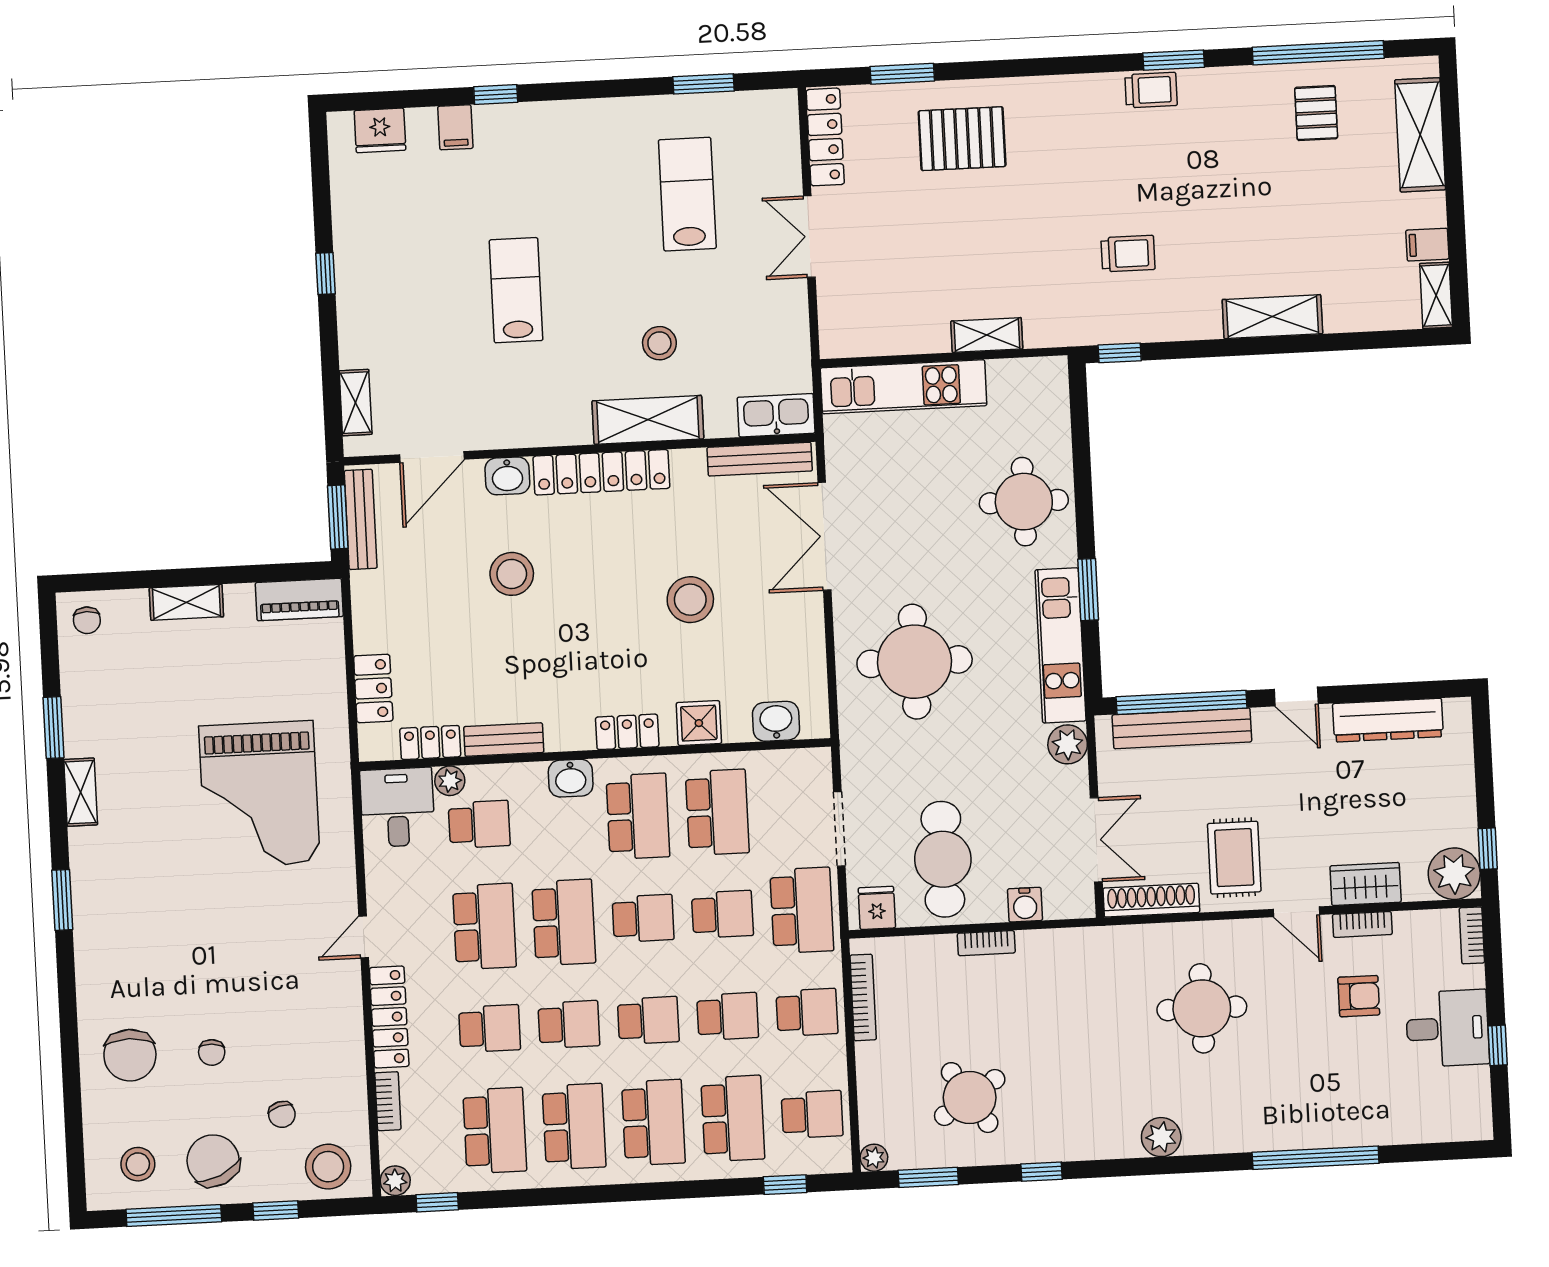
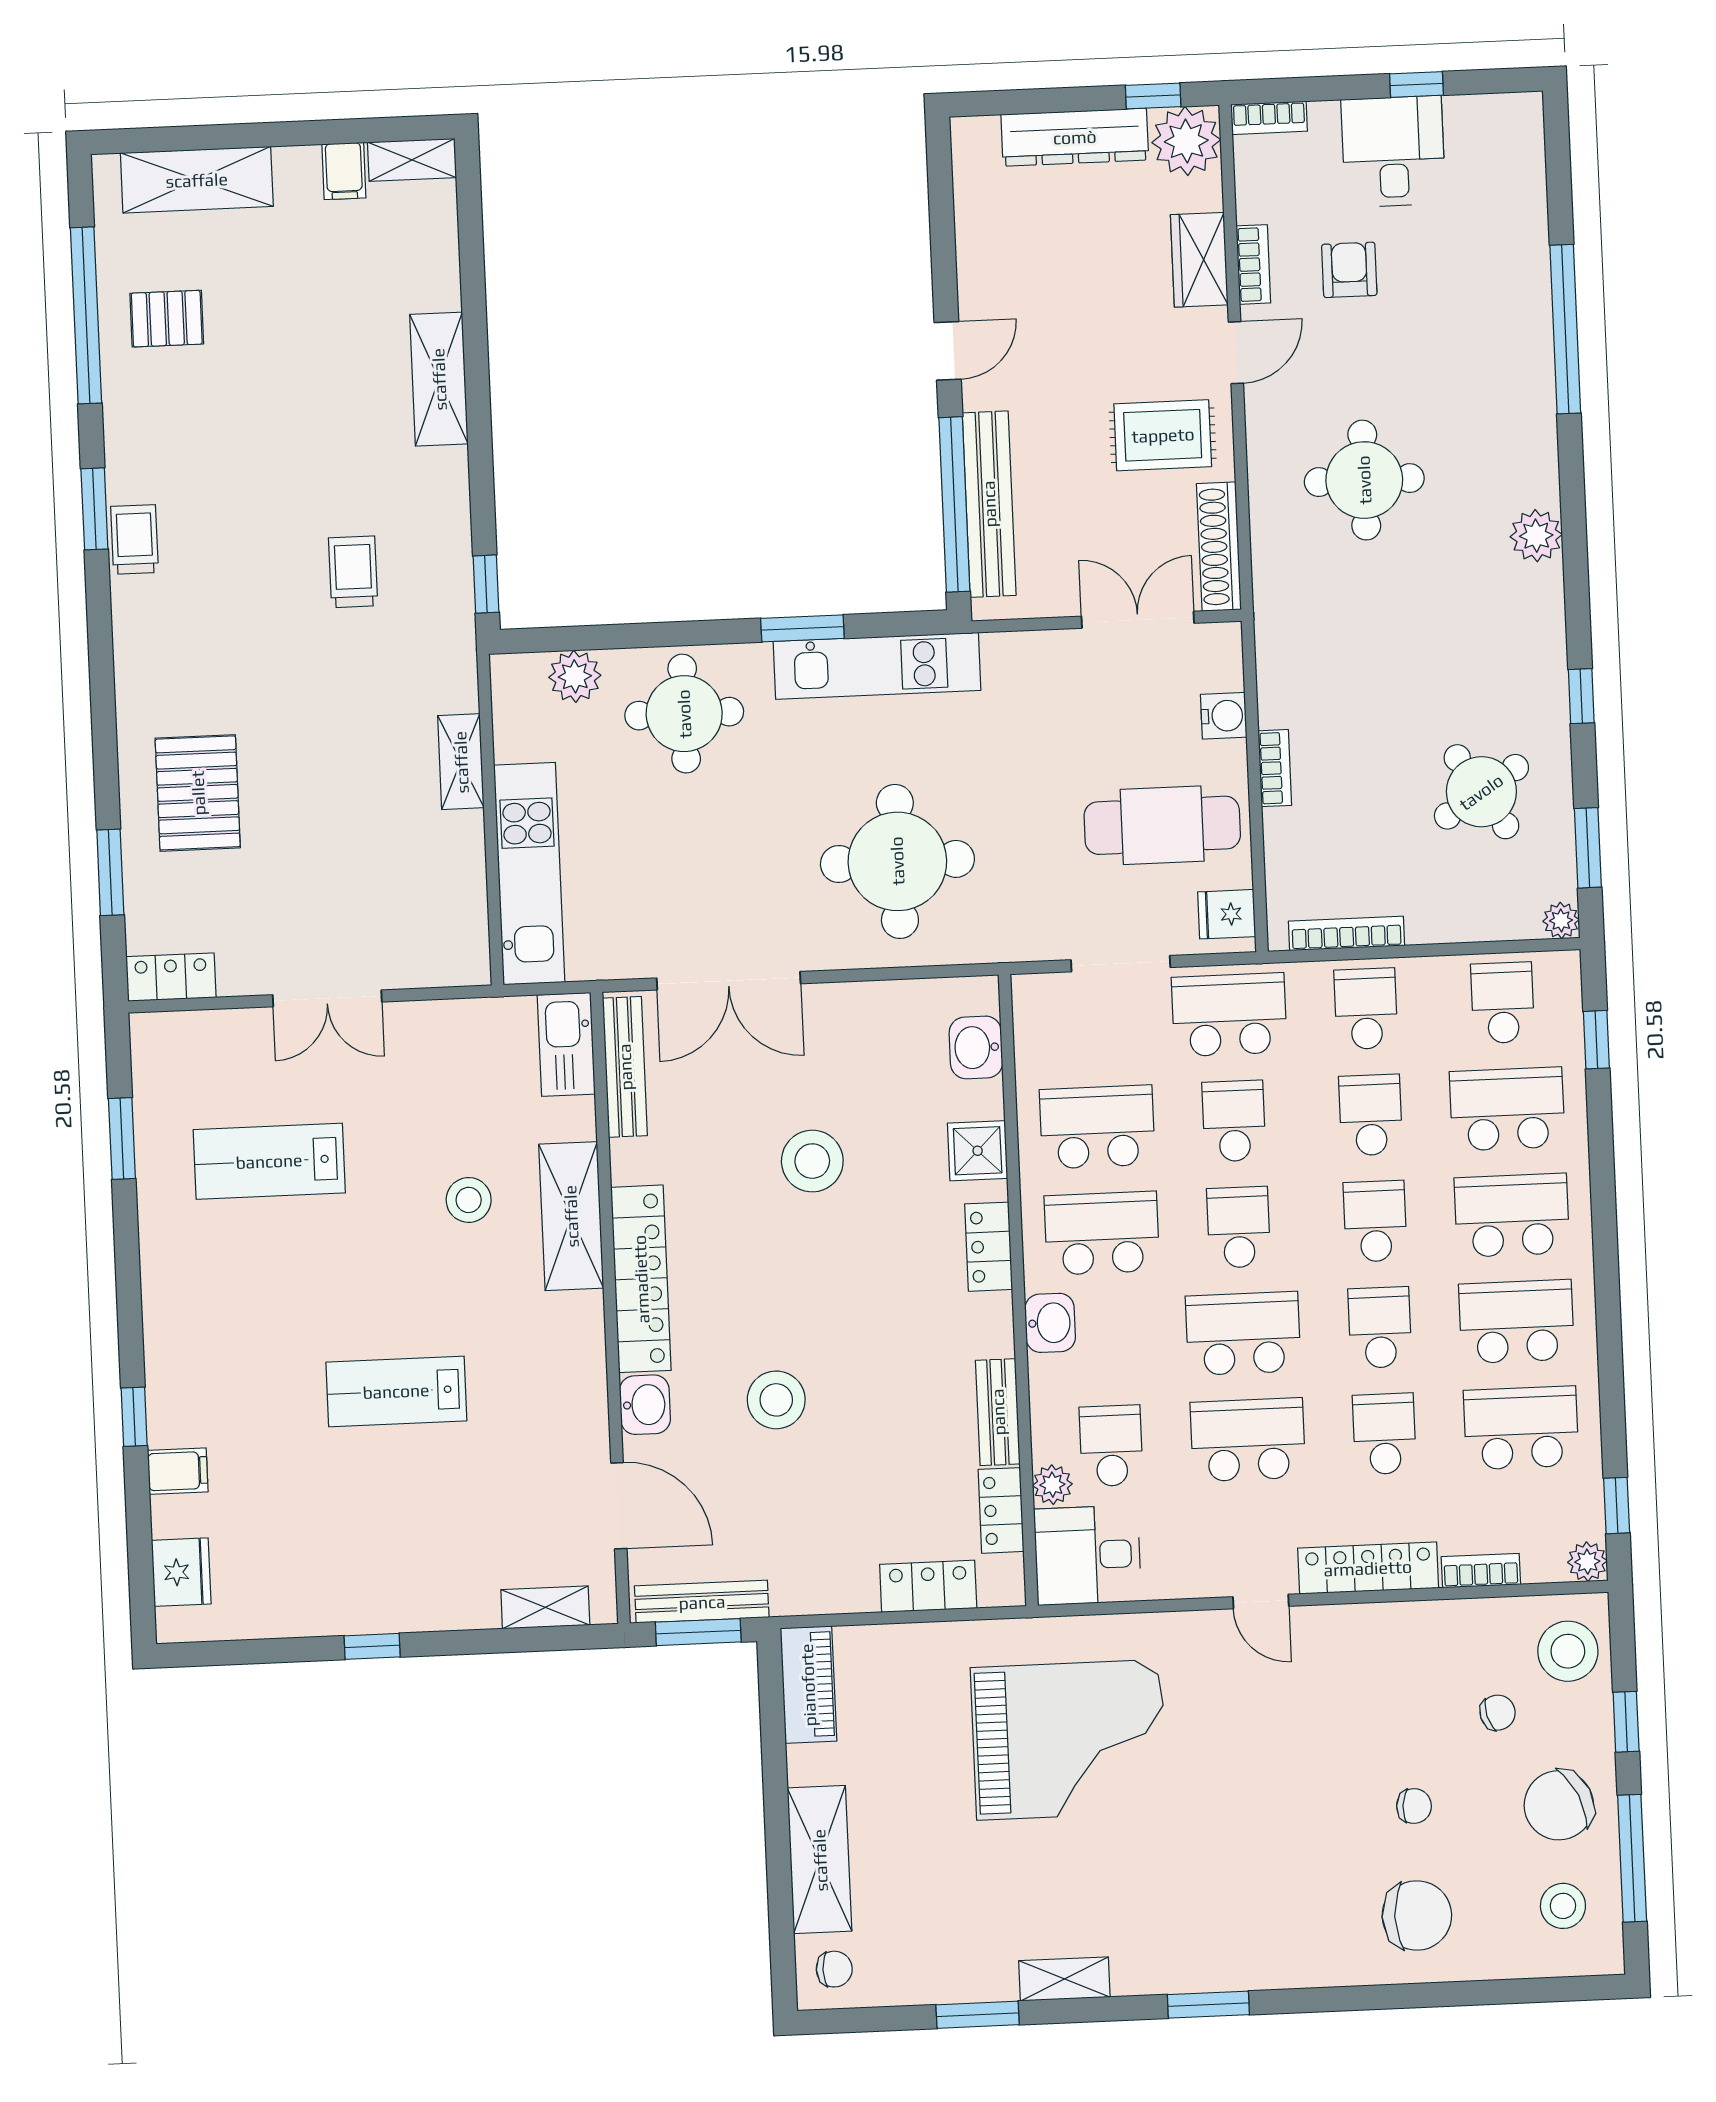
locker: (825, 137) -> (171, 977), width x0.66
shelving: (186, 602) -> (820, 1860), width x1.50, depth x1.33
dresser: (1388, 720) -> (1075, 137), moved, turned 90
plant: (1068, 744) -> (575, 676), moved

